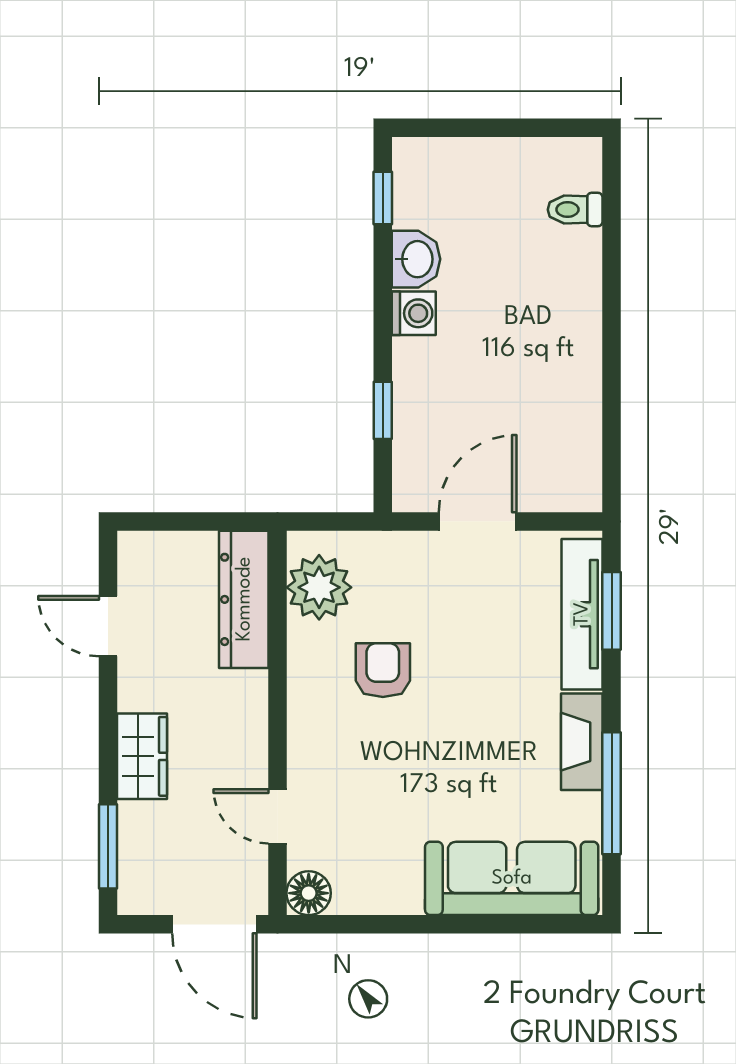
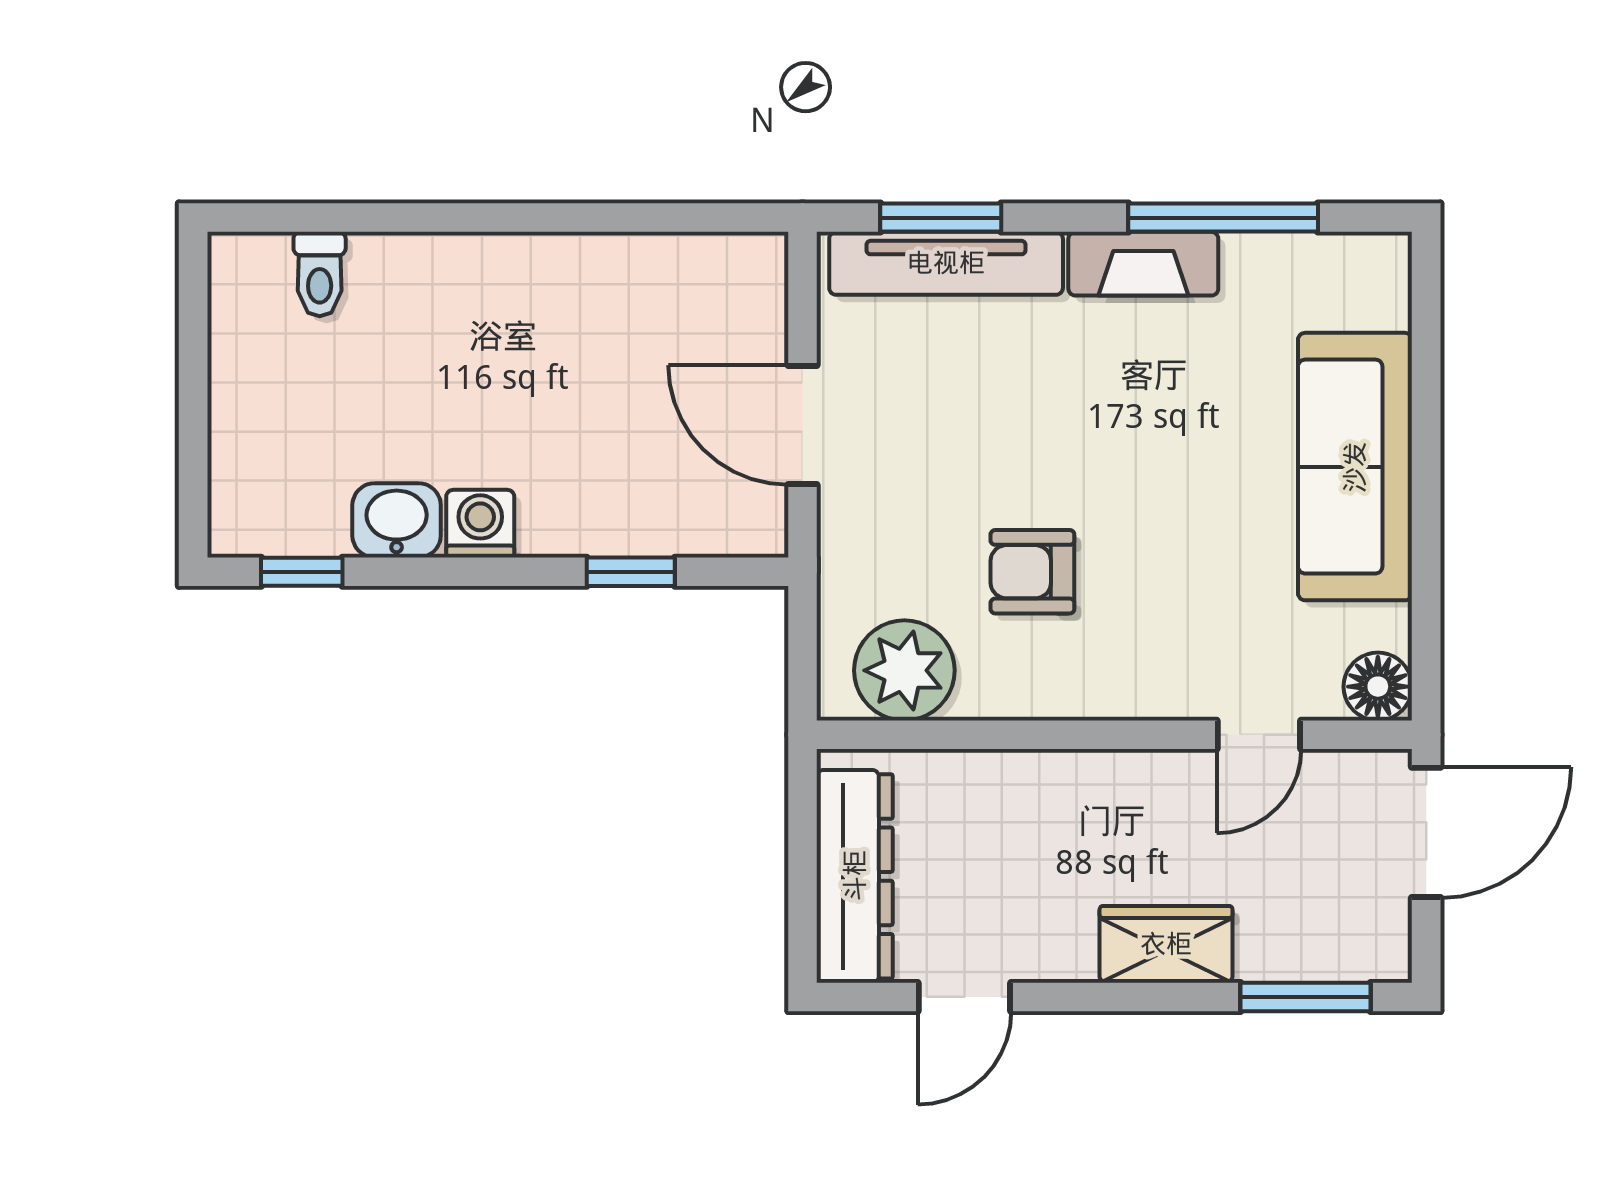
dresser: (244, 599) -> (855, 876), moved, turned -90
sofa: (512, 878) -> (1355, 467), moved

